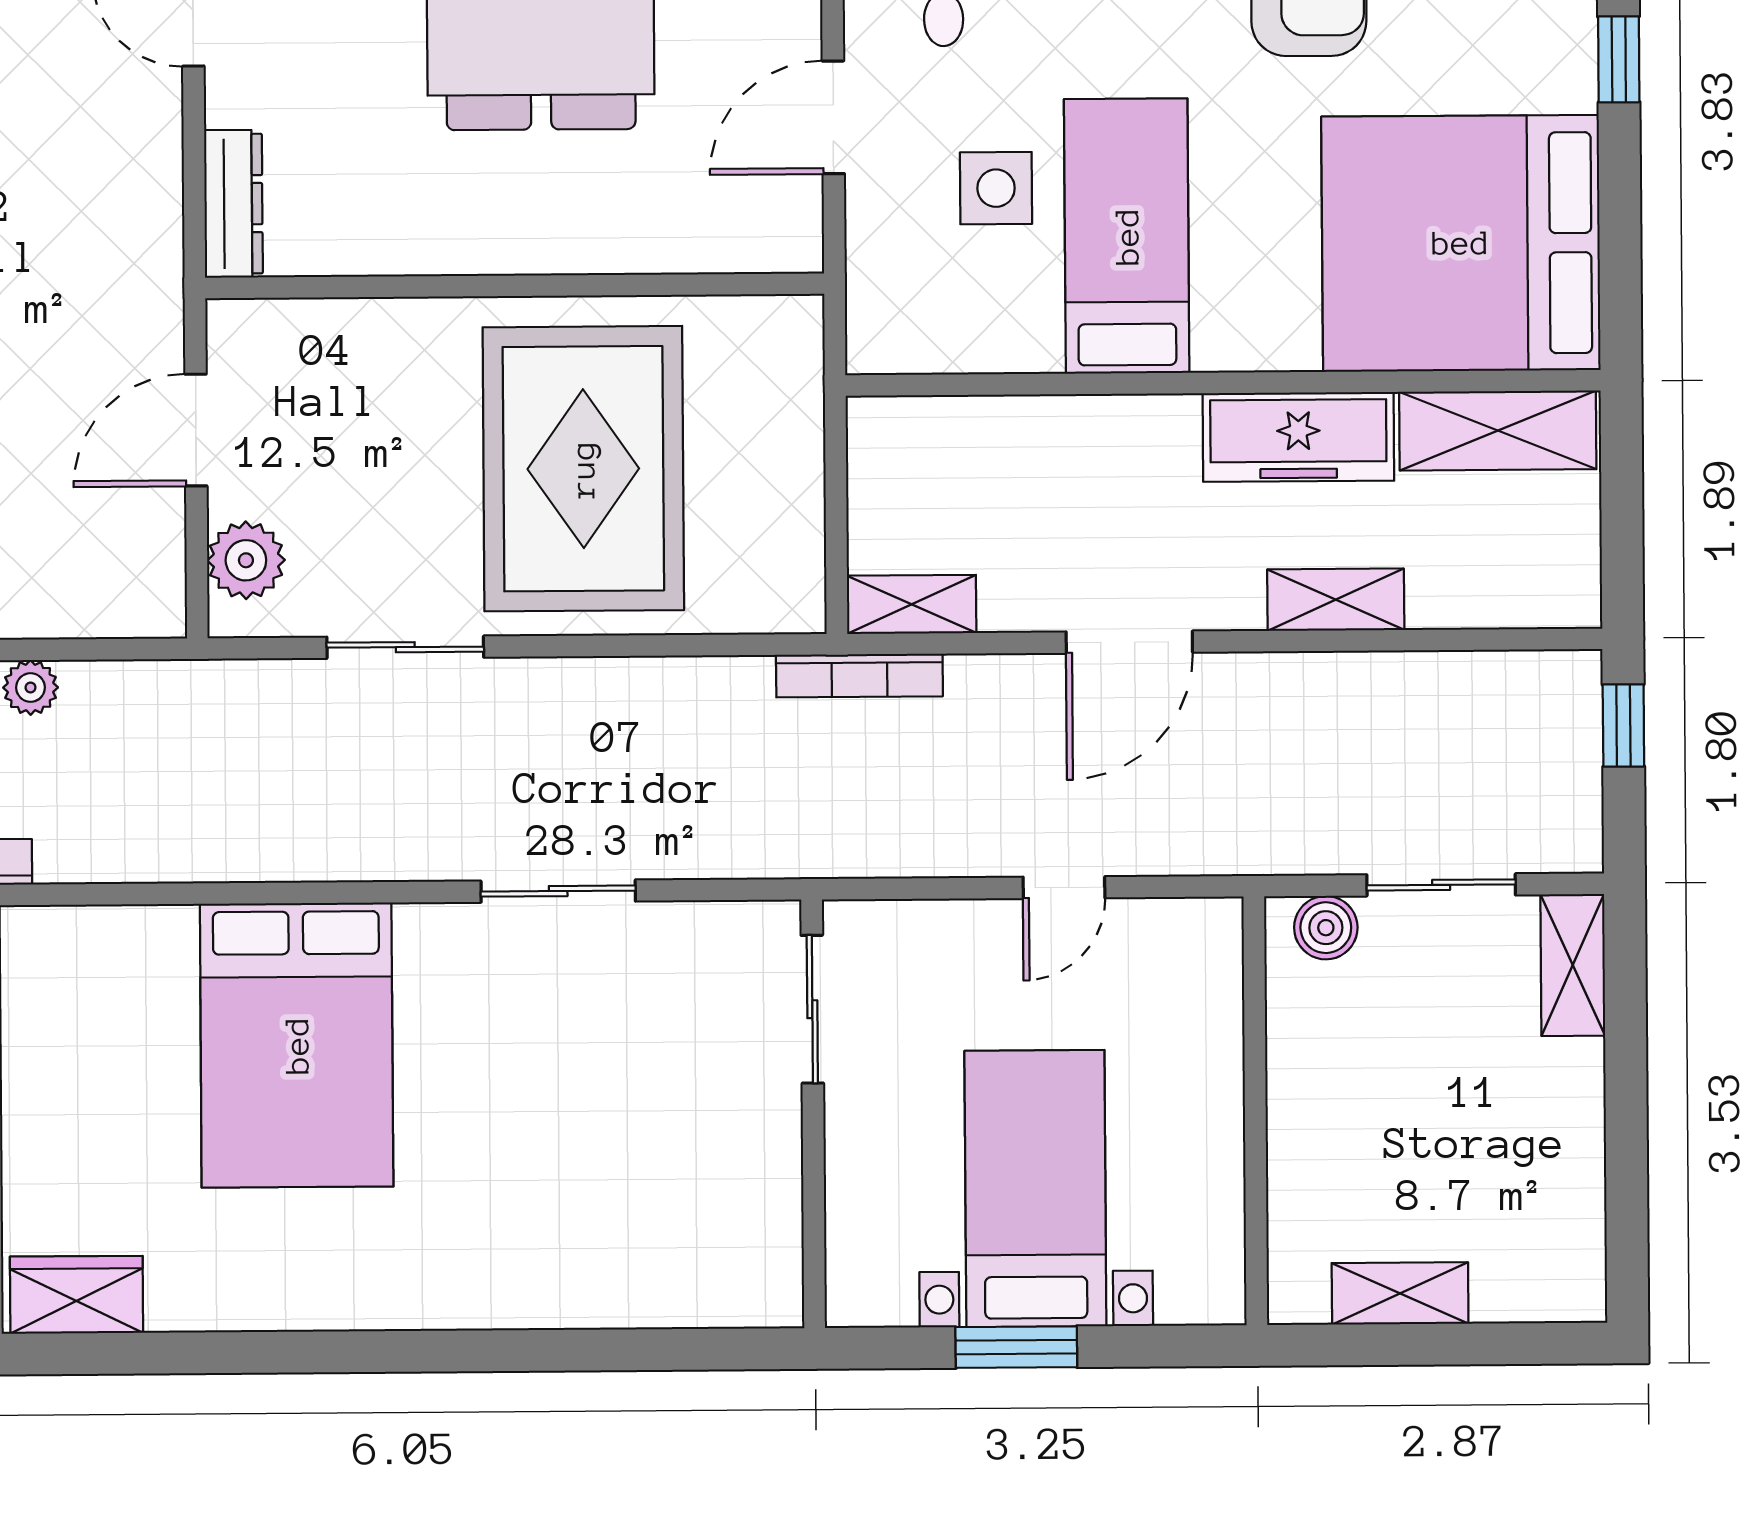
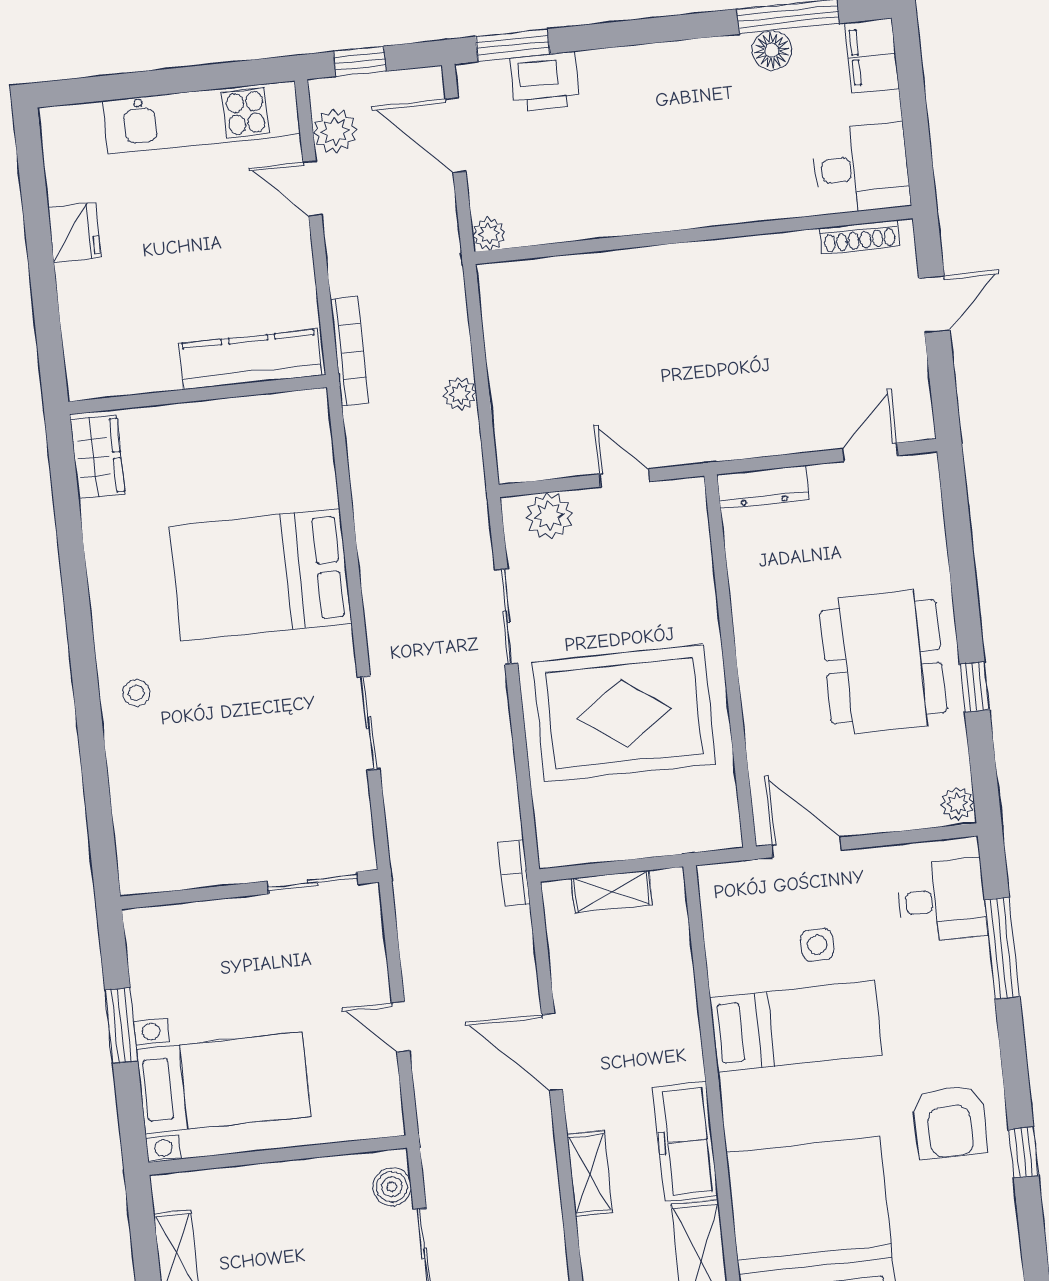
door: (833, 117) -> (807, 847), moved
side table: (996, 188) -> (817, 945), width x0.73, depth x0.73
door: (196, 430) -> (624, 478), width x0.73
shelving: (912, 604) -> (612, 892), moved, turned 90
bookcase: (859, 676) -> (514, 873), width x0.64
bed with nightstands: (1035, 1189) -> (224, 1083), moved
stool: (471, 1269) -> (136, 693), added

